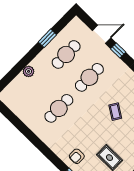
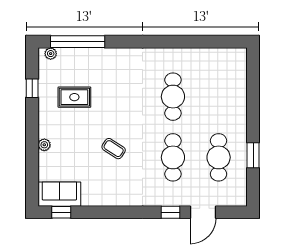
plant: (29, 71) -> (239, 104), removed
armchair: (77, 156) -> (108, 66), removed

